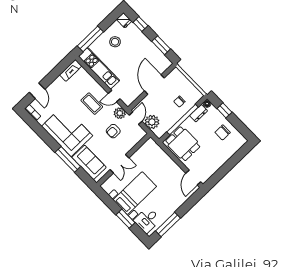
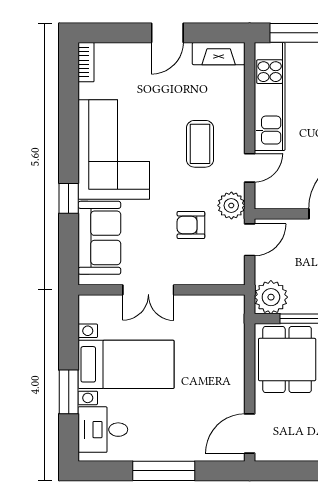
door: (37, 91) -> (167, 33), moved
door: (114, 96) -> (250, 168), swing flipped
plant: (152, 122) -> (271, 297), moved
window: (68, 159) -> (69, 198), width x0.46
window: (168, 224) -> (164, 471), moved

